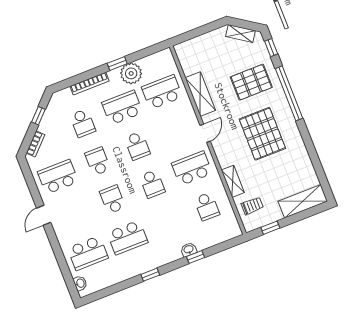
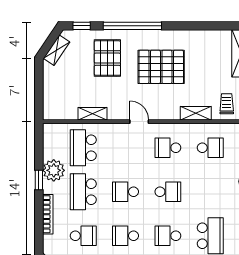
shelving: (200, 94) -> (92, 114), width x0.67, depth x0.75
school desk: (137, 146) -> (126, 192), turned 180
school desk: (192, 168) -> (168, 148), width x0.54

